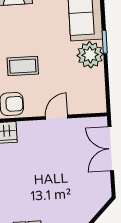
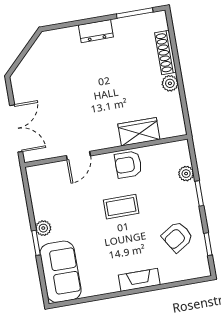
plant: (90, 55) -> (43, 228), width x0.53, depth x0.53

